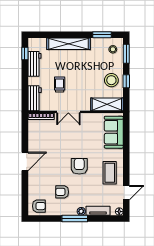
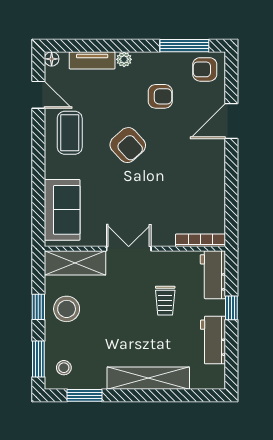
window: (25, 54) -> (231, 308), moved
double door: (68, 112) -> (129, 249), moved
door: (25, 161) -> (231, 121), moved
armchair: (79, 166) -> (128, 145), turned -42
door: (126, 193) -> (38, 95), swing flipped
window: (75, 218) -> (184, 46), moved

